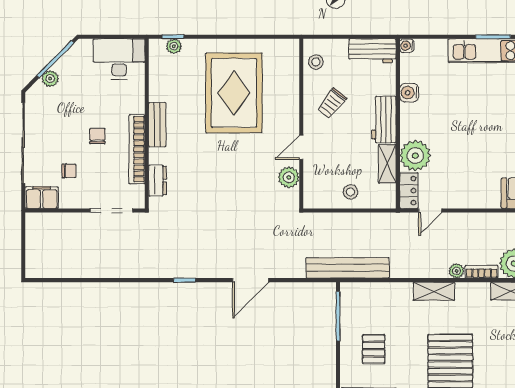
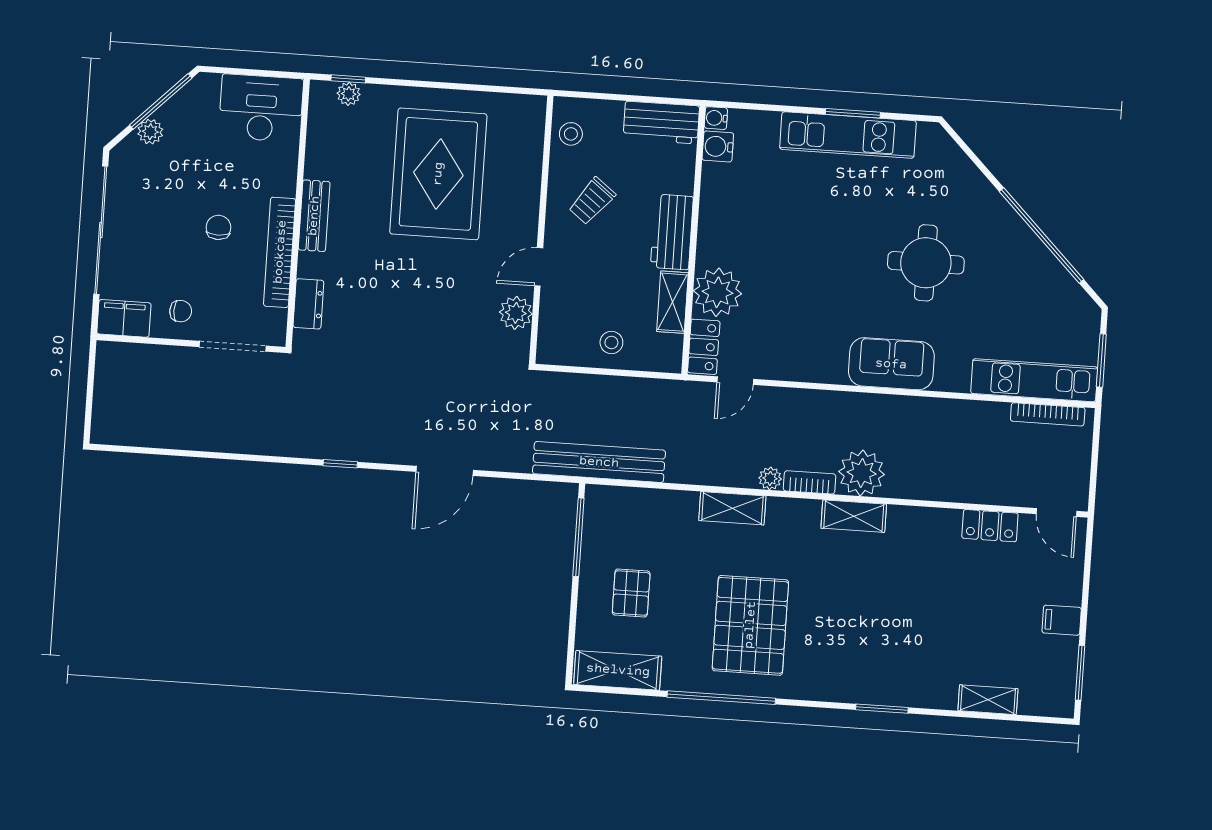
water cooler: (409, 93) -> (718, 146), moved
chair: (69, 171) -> (181, 311), moved

